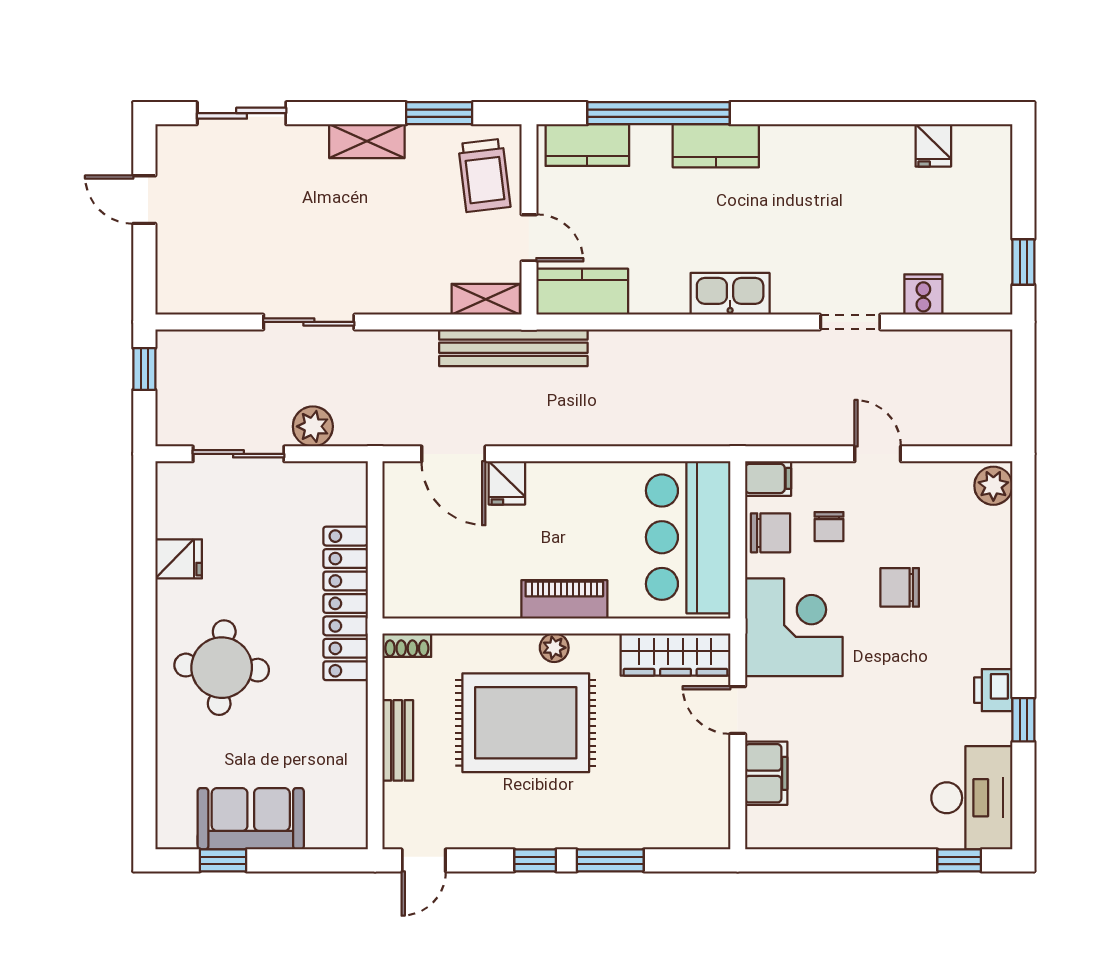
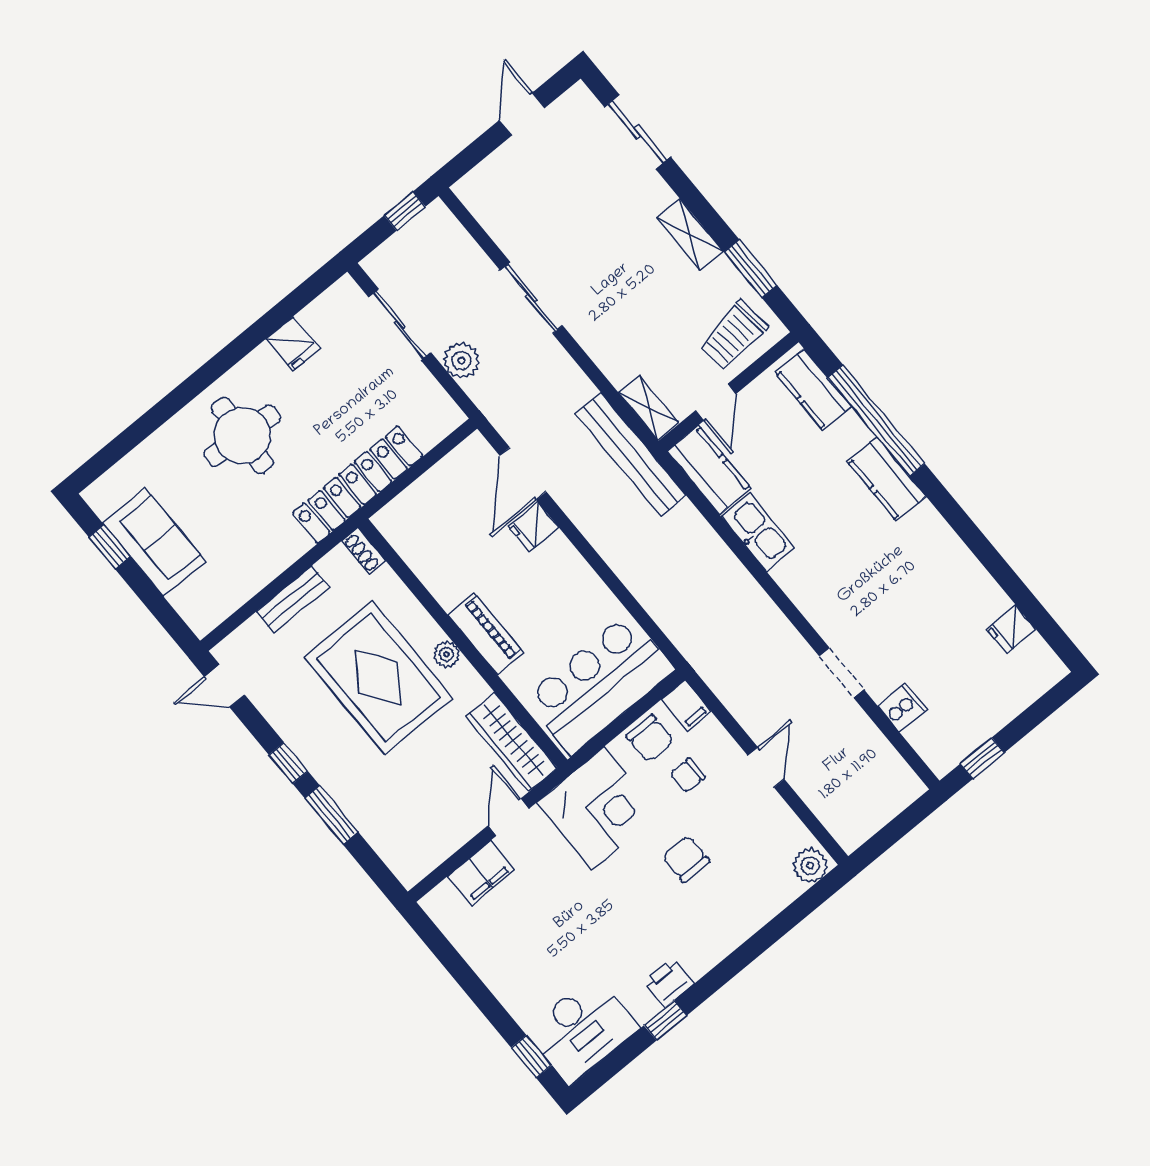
kitchen sink: (730, 294) -> (758, 532), moved

